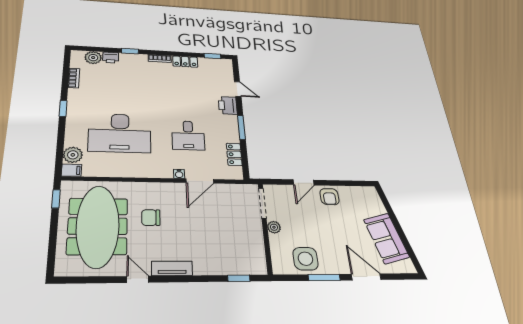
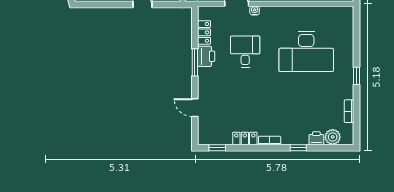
printer: (228, 105) -> (206, 56), moved
desk: (120, 133) -> (306, 51), turned 180
plant: (73, 155) -> (345, 27), removed
filing cabinet: (71, 170) -> (346, 12), removed

